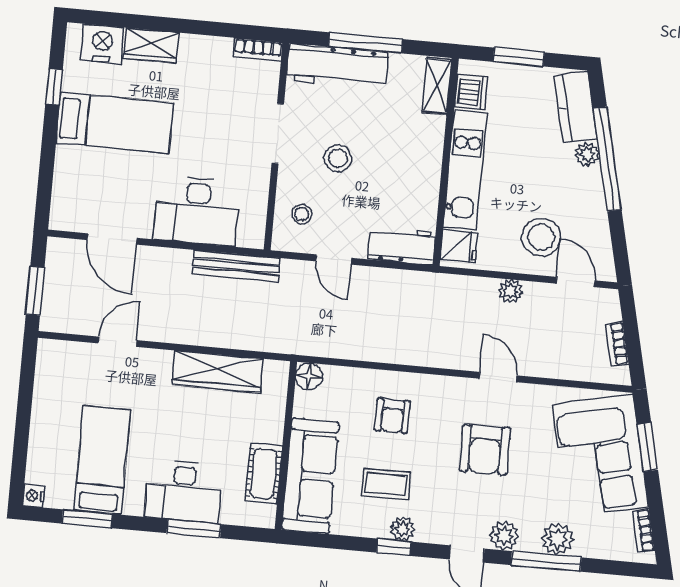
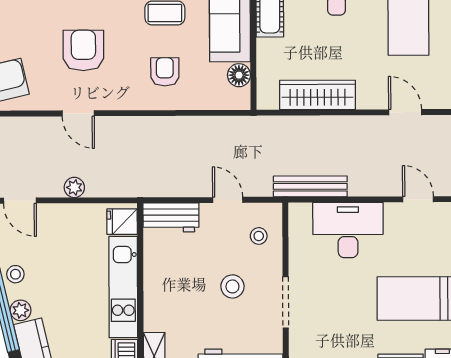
stool: (541, 237) -> (15, 274), moved, width x0.53, depth x0.53
door: (112, 239) -> (418, 199), width x0.73
door: (117, 342) -> (405, 112), swing flipped
floor lamp: (309, 376) -> (239, 75), moved

